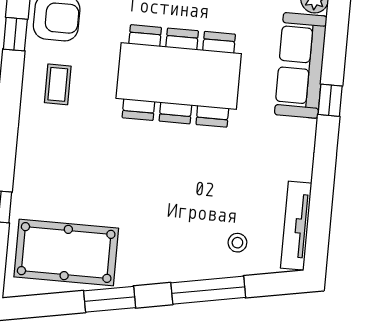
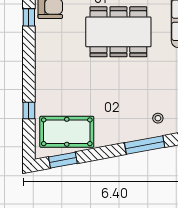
coffee table: (58, 84) -> (54, 42), removed
window: (110, 299) -> (63, 160), moved

